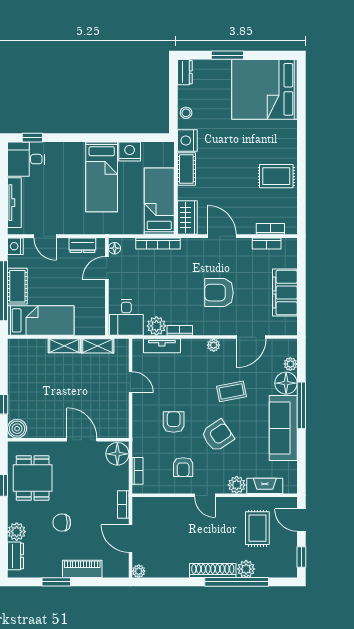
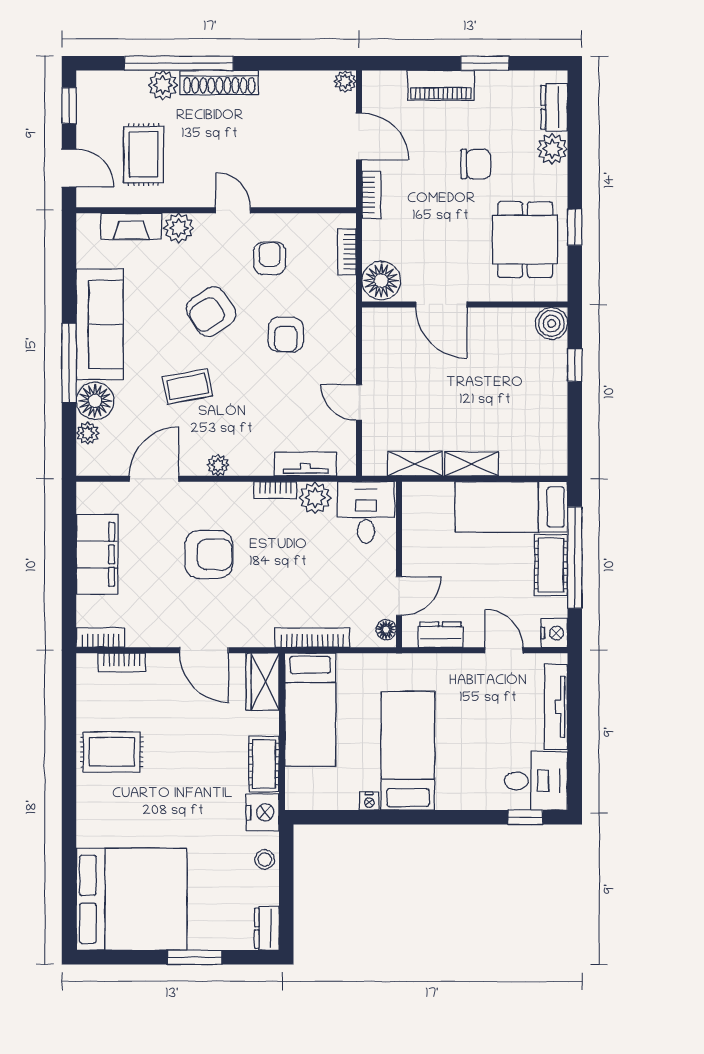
nightstand: (130, 152) -> (369, 801), width x0.53, depth x0.56
bookcase: (267, 243) -> (101, 638), moved

